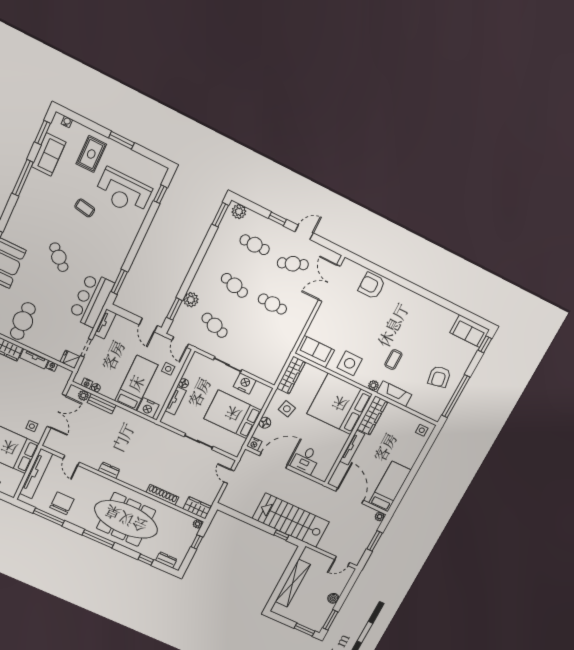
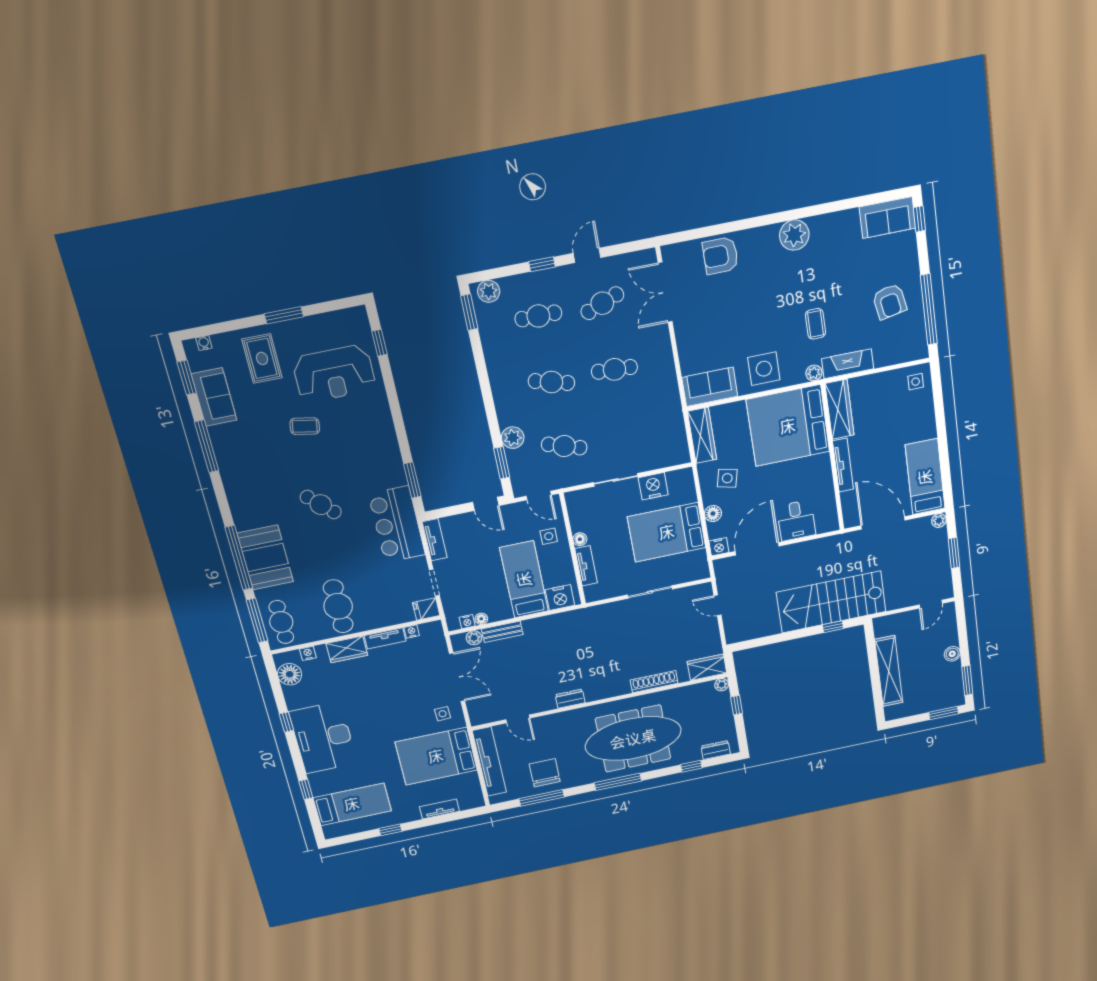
plant: (417, 304) -> (794, 235), added

